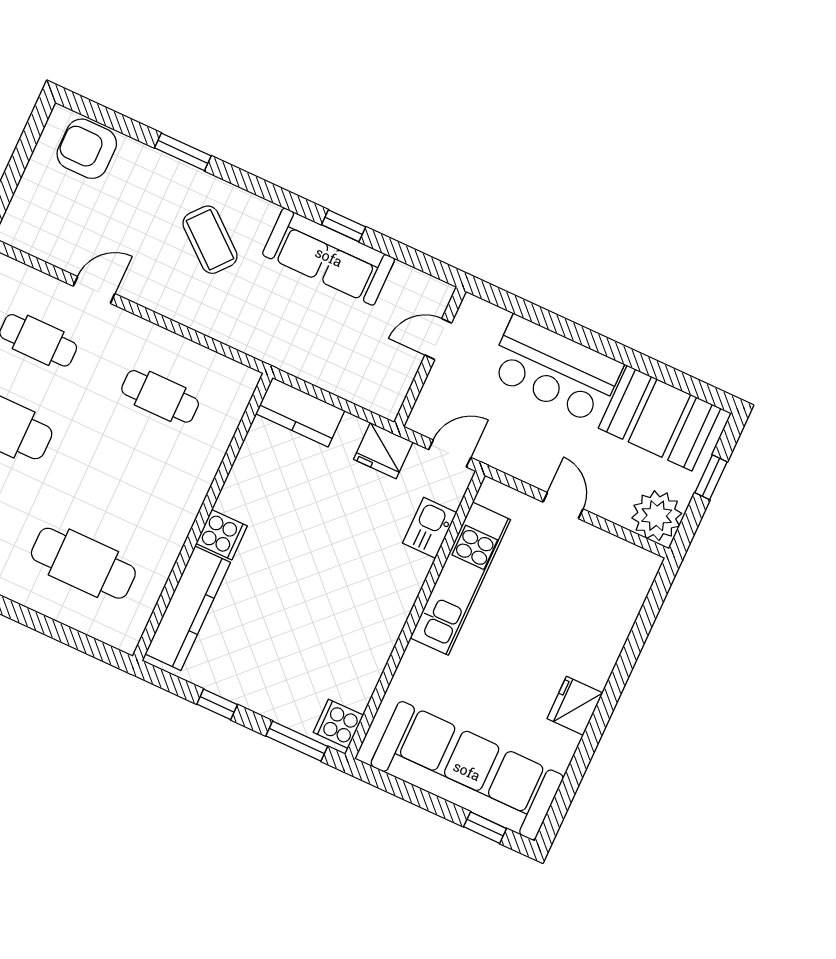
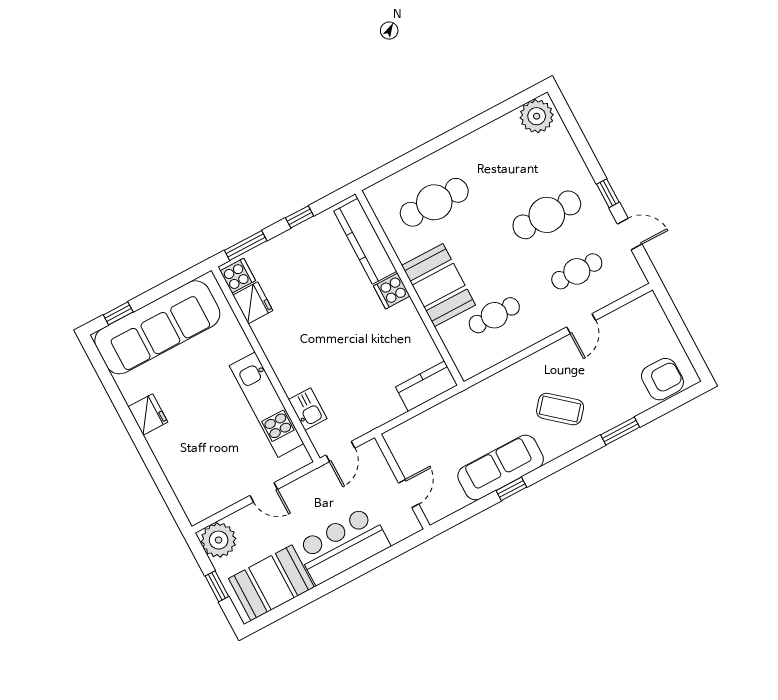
fridge: (383, 451) -> (253, 303), moved, turned 90
booth: (174, 486) -> (439, 285), added

